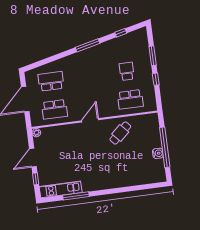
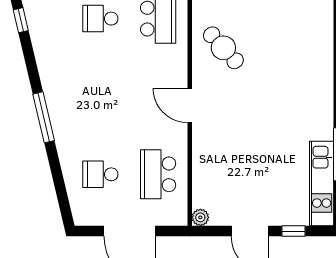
window: (88, 45) -> (44, 117), moved
school desk: (51, 81) -> (100, 174), width x0.54
school desk: (55, 109) -> (158, 174), turned 180

